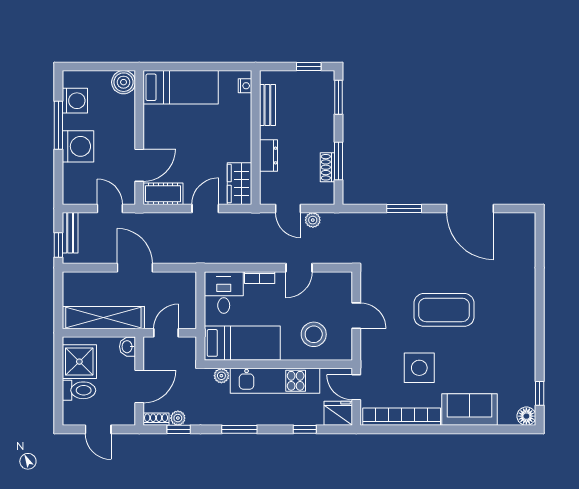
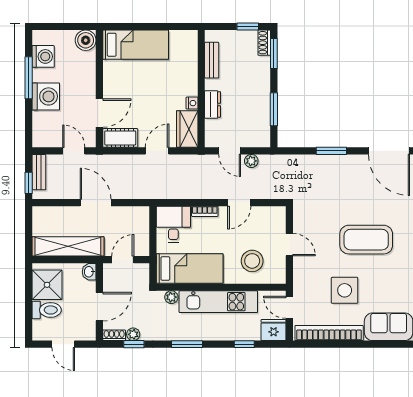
nightstand: (245, 86) -> (192, 103), moved
shoe rack: (327, 167) -> (264, 43), moved

